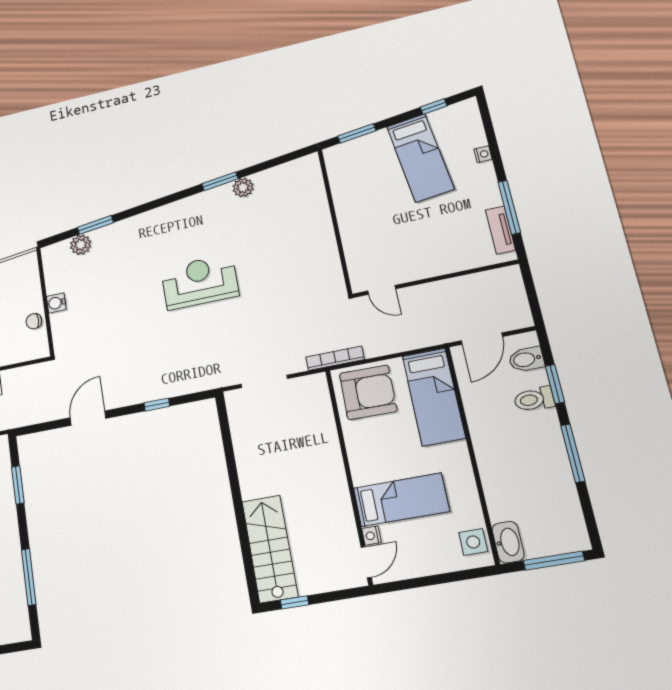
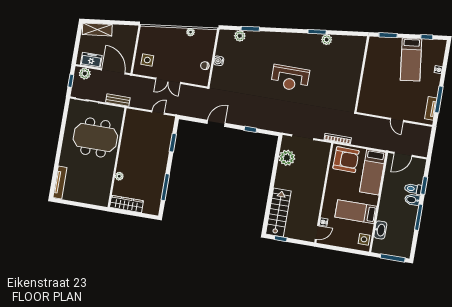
reception desk: (200, 282) -> (290, 78), turned 180
door: (382, 290) -> (397, 120), moved
bidet: (526, 359) -> (412, 200), moved
plant: (247, 433) -> (287, 158), added
bed: (401, 500) -> (356, 212), moved, turned 180
washbasin: (508, 542) -> (380, 230), moved

